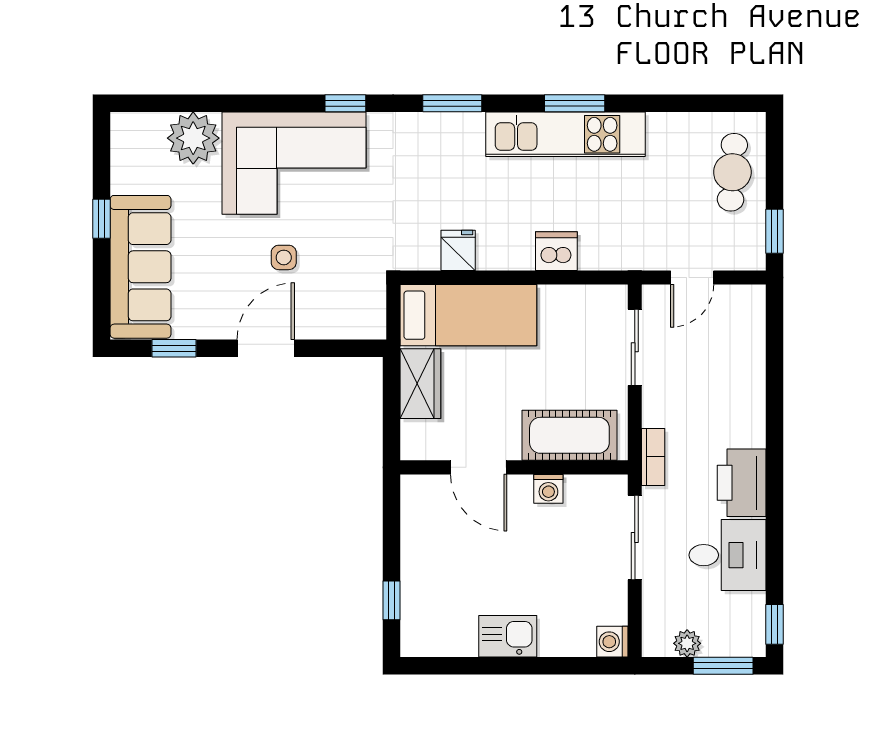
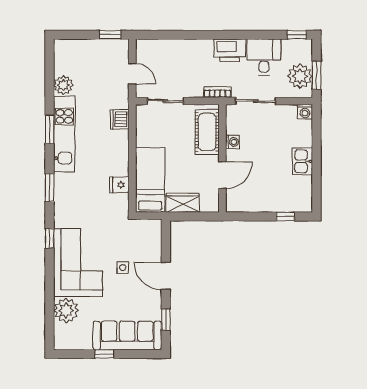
plant: (668, 132) -> (63, 85), added
cafe table: (732, 172) -> (82, 55), removed
dishwasher: (556, 251) -> (120, 119), moved
plant: (687, 643) -> (300, 76), width x1.88, depth x1.88
window: (723, 666) -> (316, 75), moved

